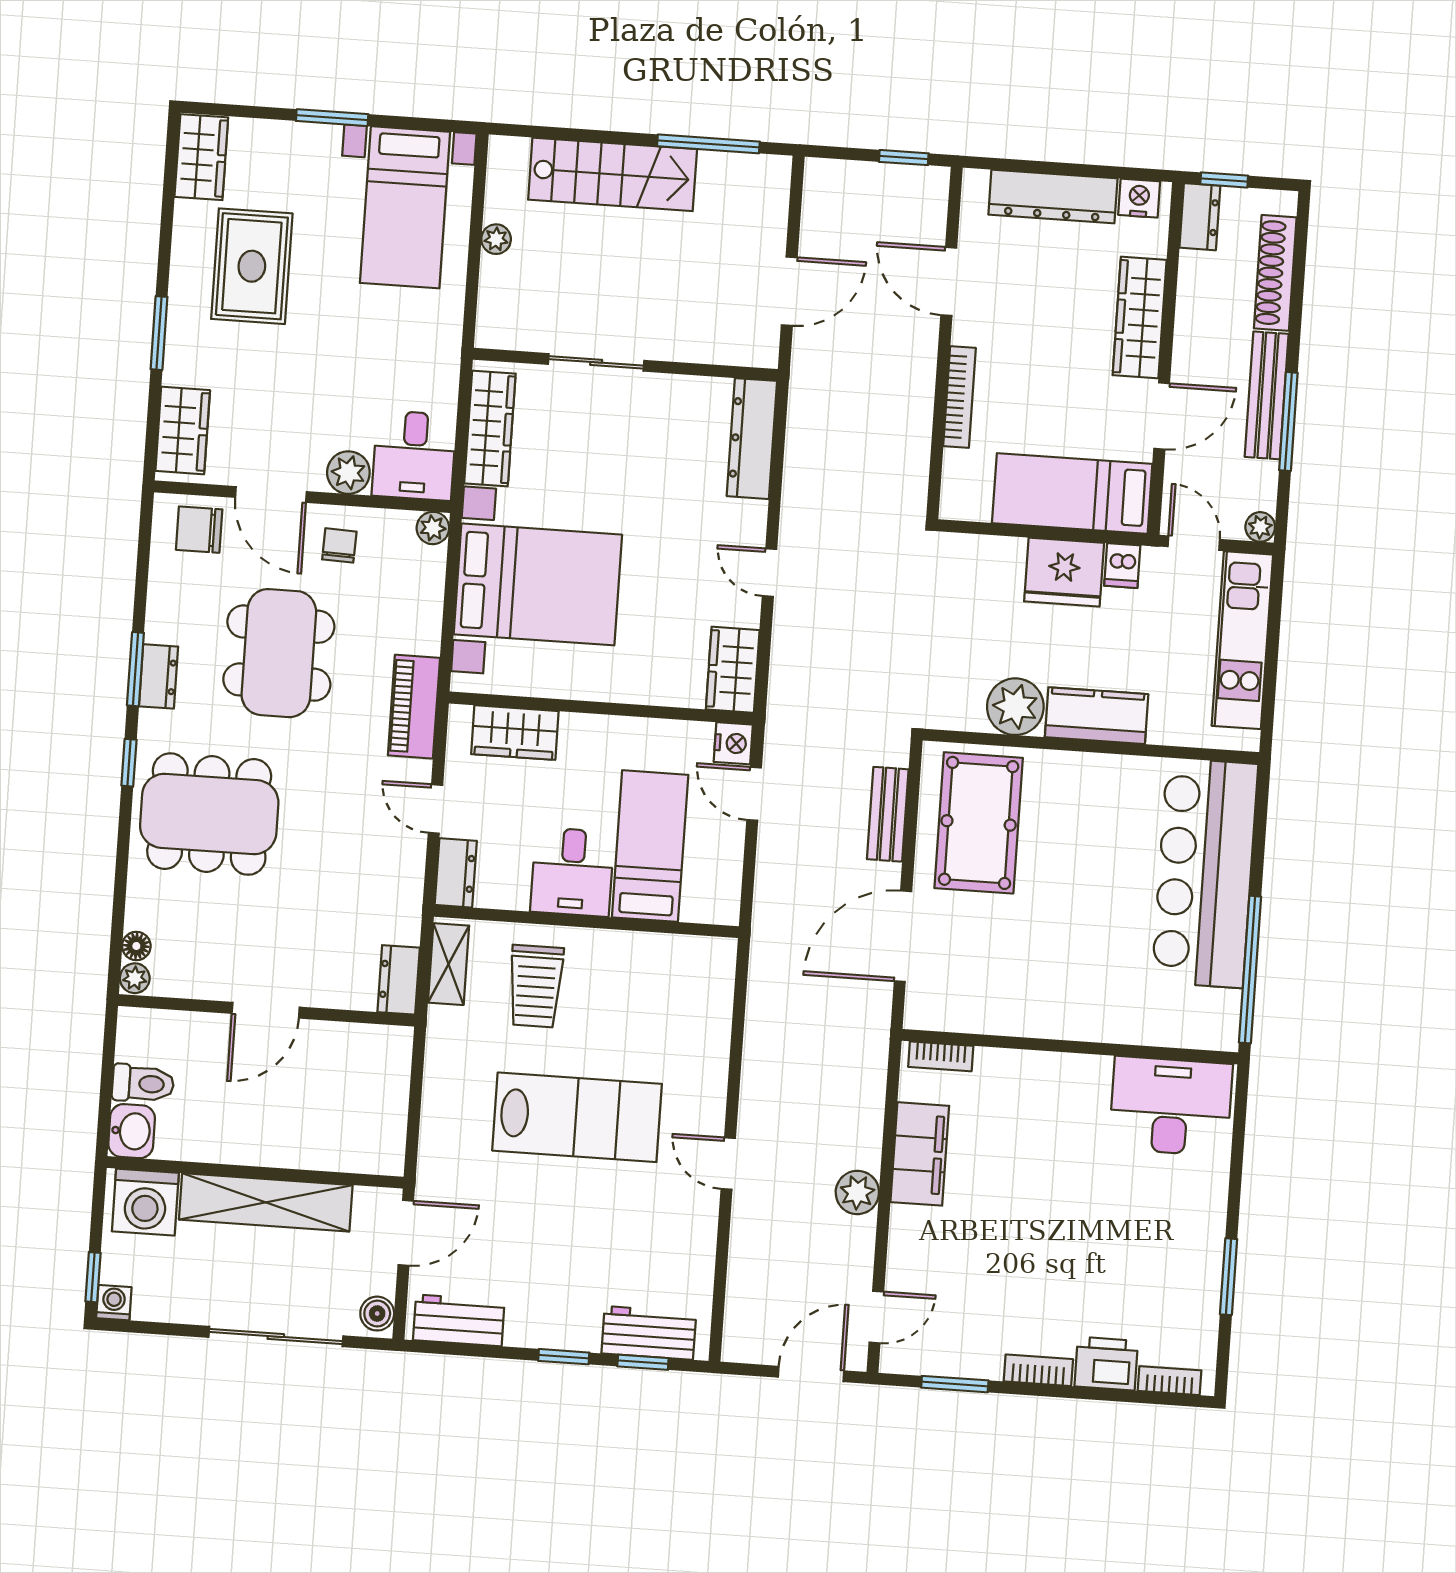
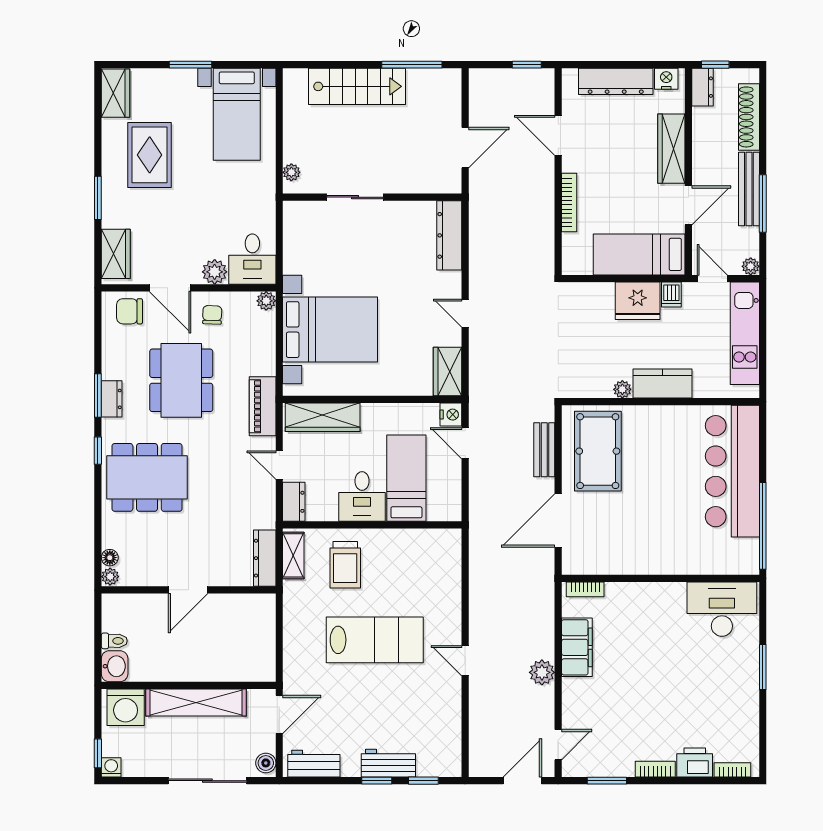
plant: (496, 239) -> (291, 172), moved
wardrobe: (490, 428) -> (296, 240), removed
plant: (1015, 707) -> (622, 389), width x0.53, depth x0.53
wardrobe: (515, 733) -> (323, 417), width x1.50
dresser: (399, 980) -> (265, 558), width x1.44
toilet: (143, 1084) -> (114, 641), width x0.73, depth x0.72
window: (1229, 1277) -> (763, 667), moved
workbench: (649, 1333) -> (388, 763), moved

